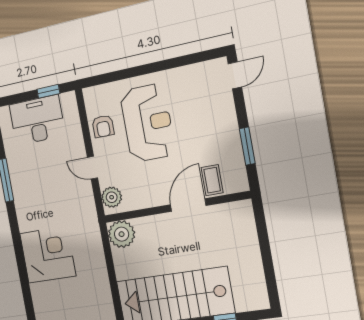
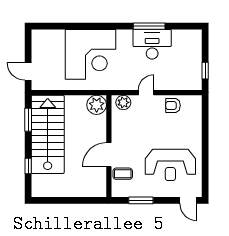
desk: (37, 120) -> (152, 44), moved, turned -90
reception desk: (147, 123) -> (170, 165), moved
door: (188, 205) -> (109, 155), swing flipped
corner desk: (48, 255) -> (90, 54), width x1.36, depth x1.36

